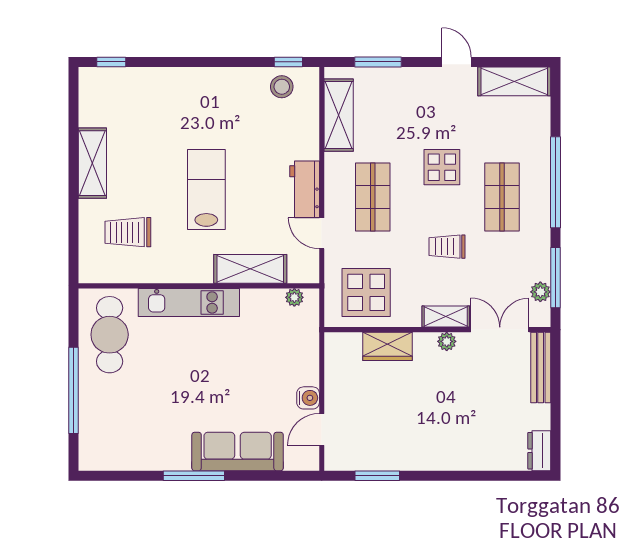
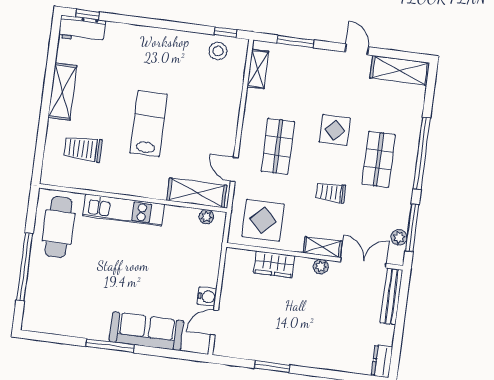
shelving: (339, 115) -> (258, 69), width x0.67, depth x0.75
workbench: (305, 189) -> (82, 29), moved, turned -90
shelving: (250, 269) -> (197, 193), moved
window: (377, 476) -> (272, 367), moved

